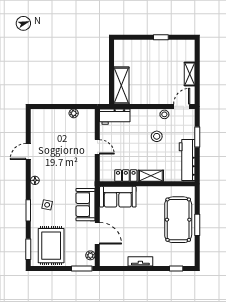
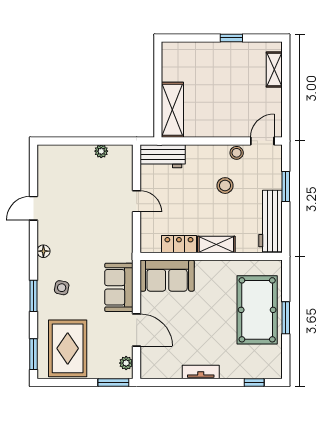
shelving: (190, 74) -> (274, 70), moved

